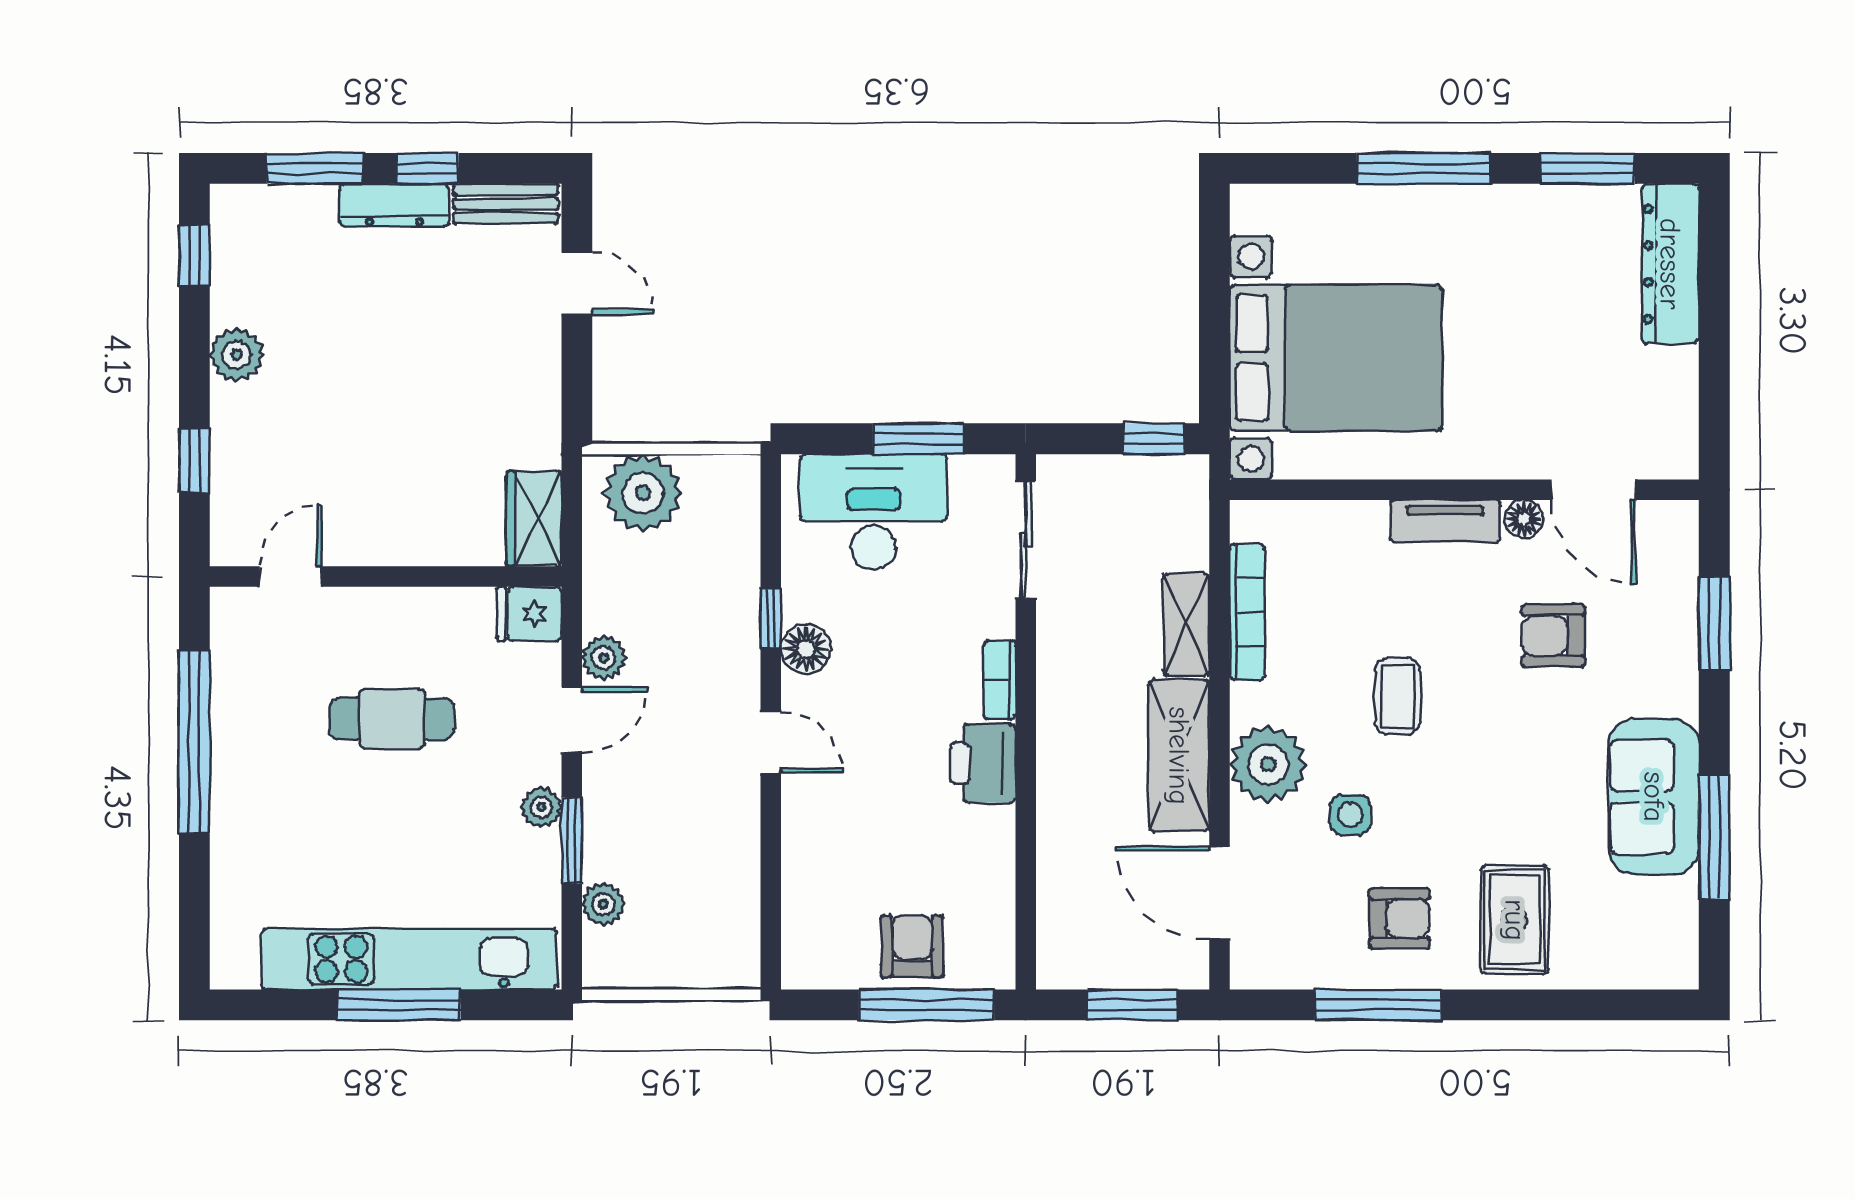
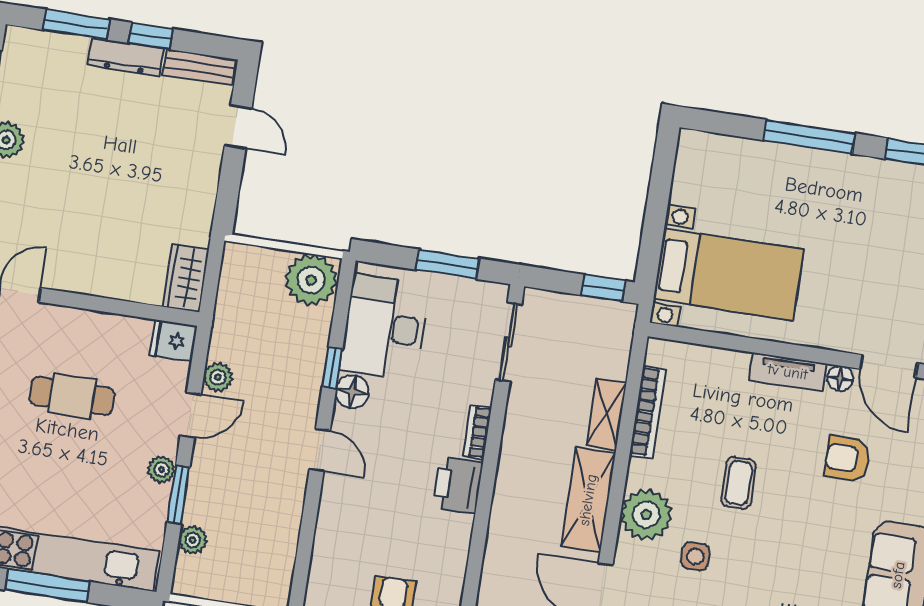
bed with nightstands: (1336, 358) -> (729, 274), width x0.73
plant: (643, 493) -> (311, 280), moved
desk: (874, 512) -> (384, 327), moved, turned -90

